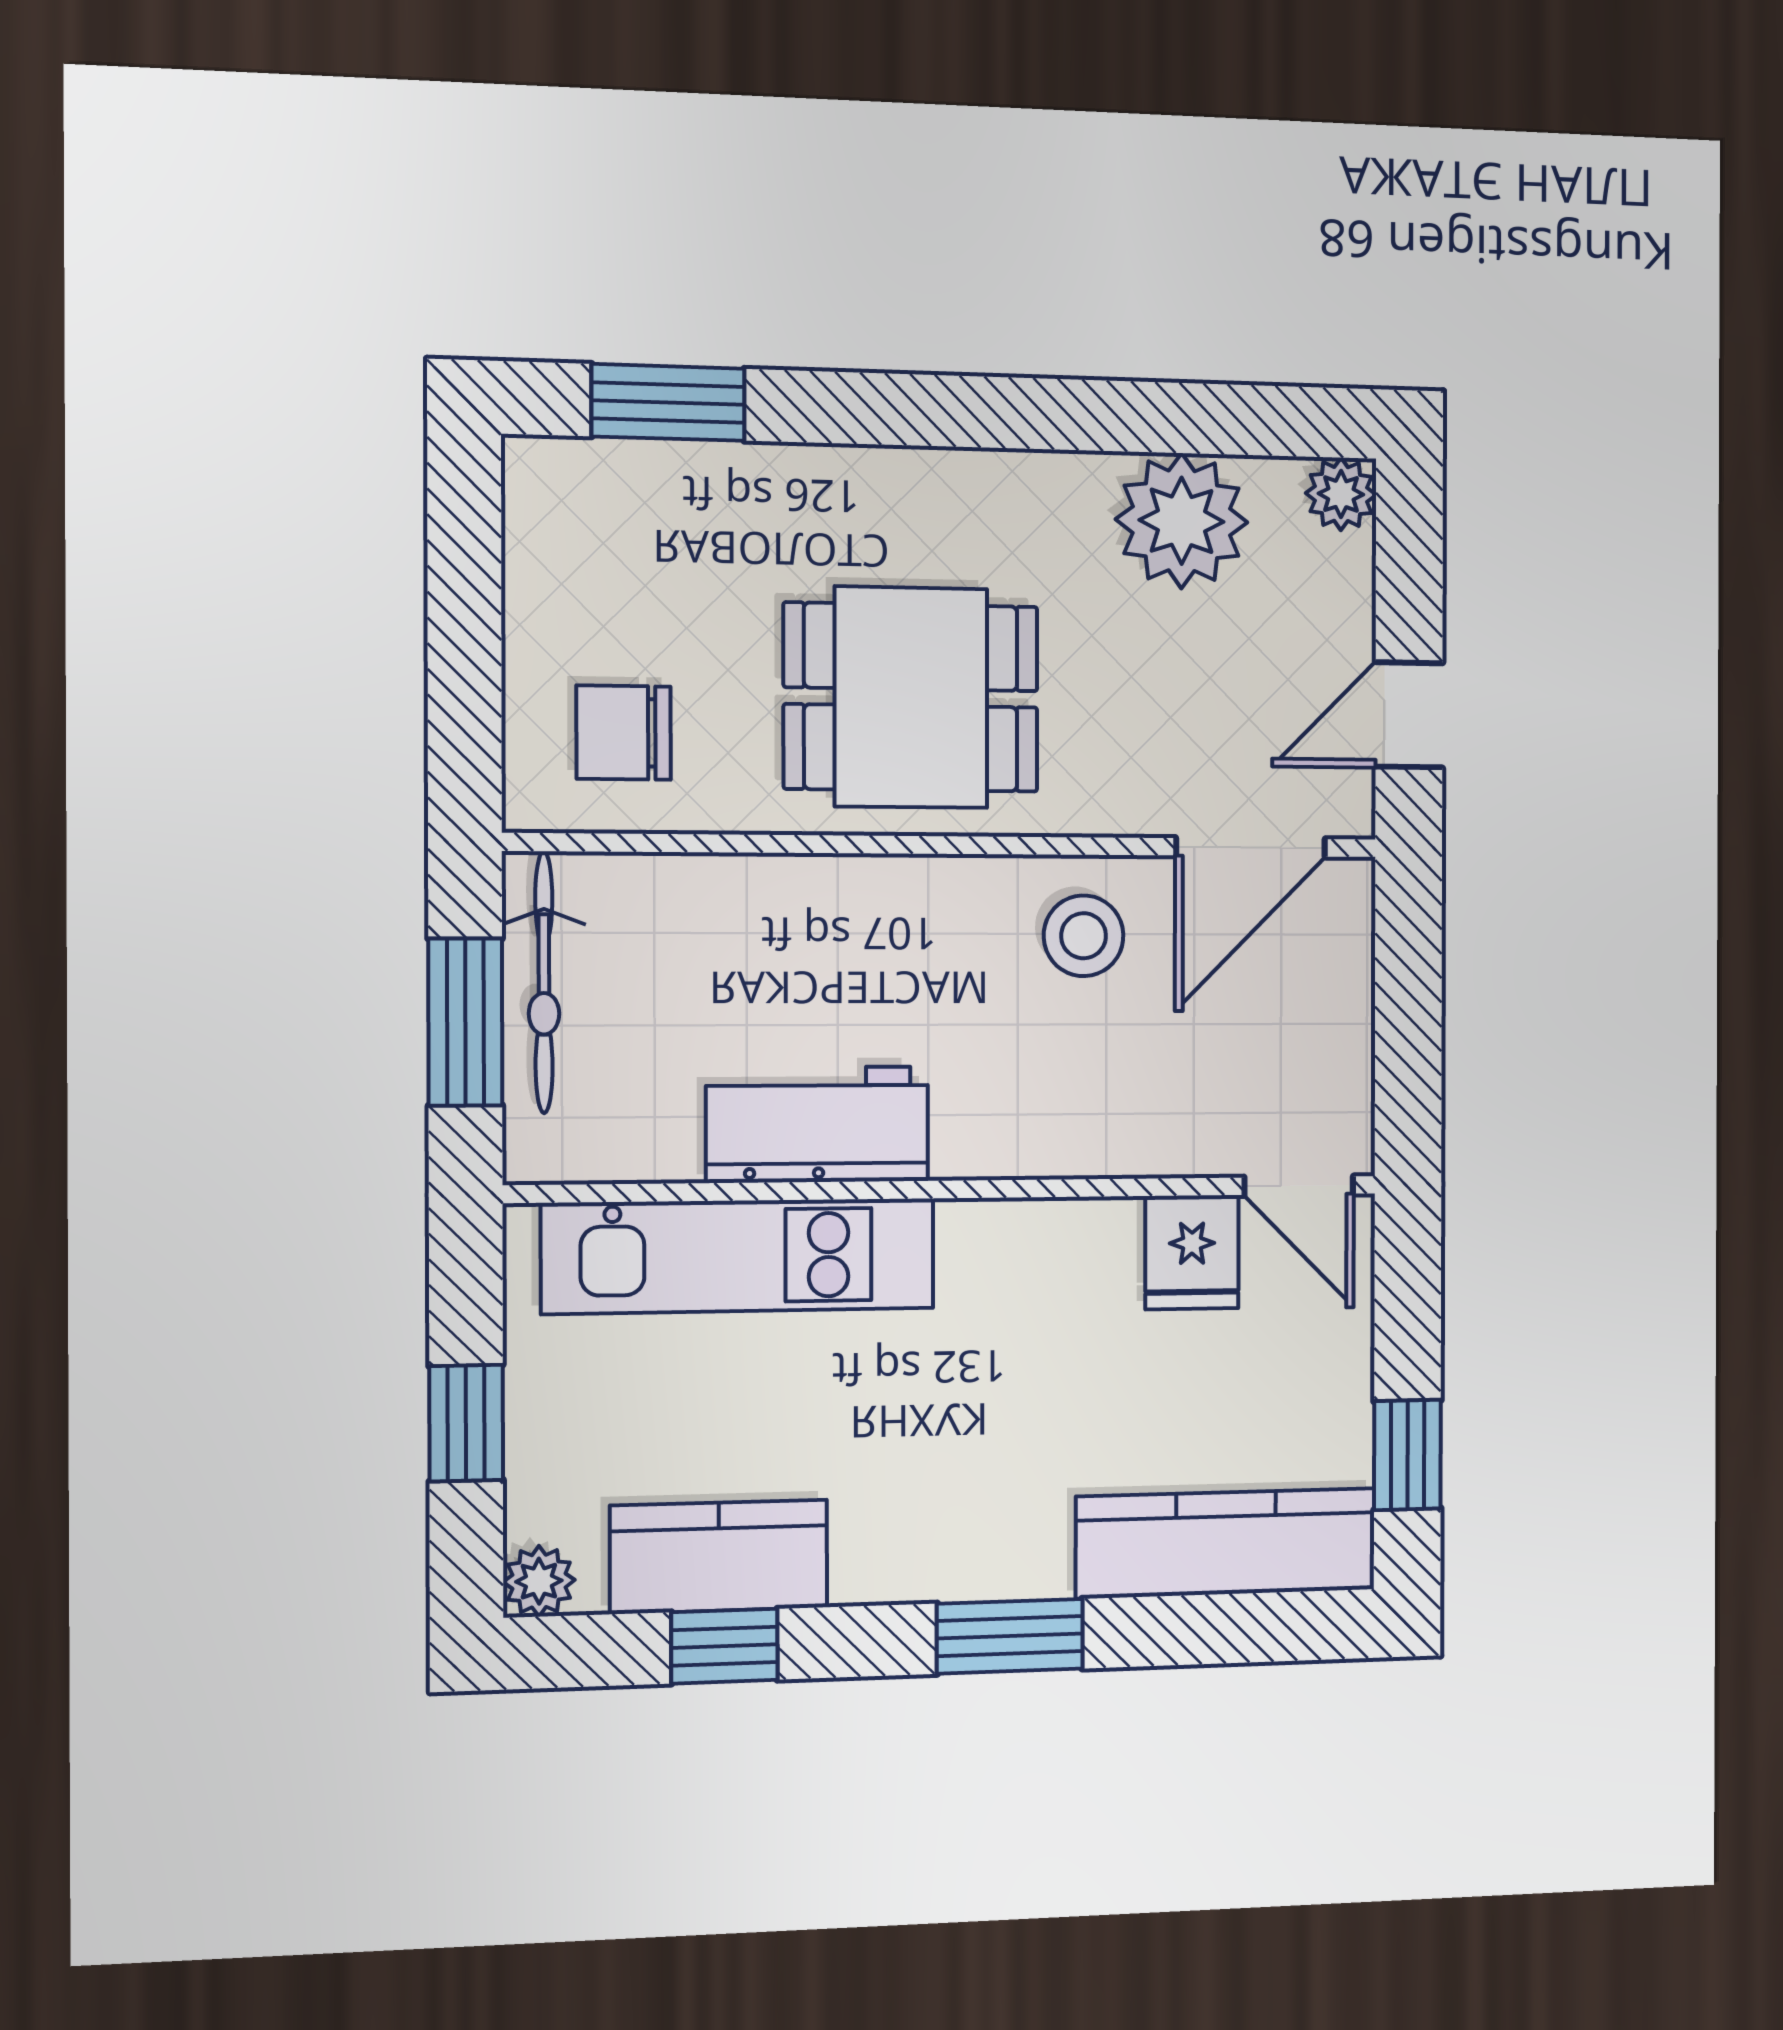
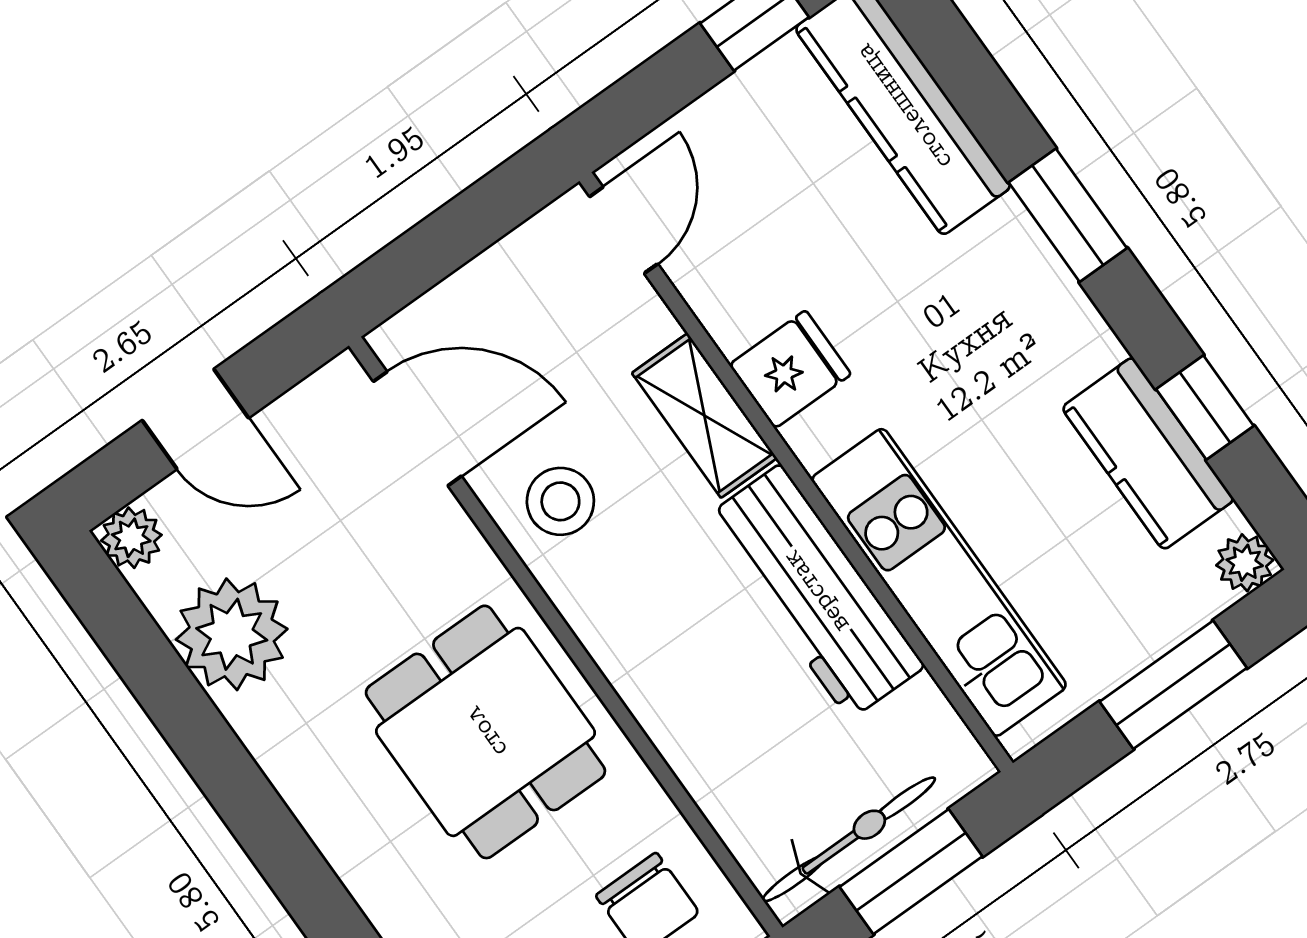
door: (1409, 715) -> (195, 419), moved
workbench: (817, 1125) -> (815, 592), width x1.38
shelving: (1067, 1138) -> (704, 415), added
fridge: (1192, 1252) -> (790, 369), moved
window: (466, 1423) -> (1173, 685), width x1.50

